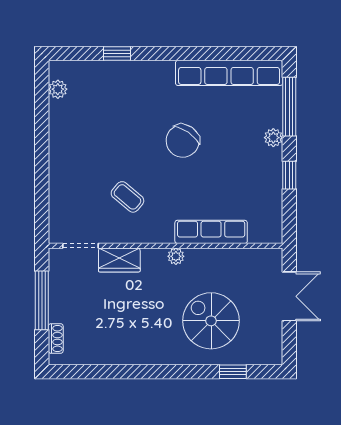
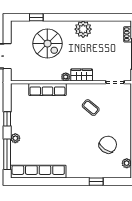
chair: (183, 141) -> (108, 145), moved
wardrobe: (119, 260) -> (82, 75), moved
plant: (142, 349) -> (83, 29), added

